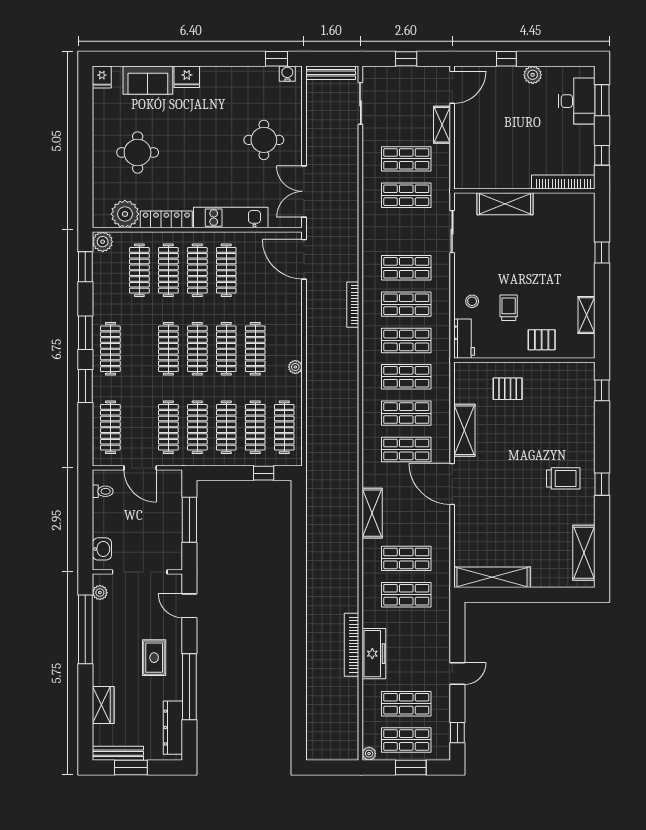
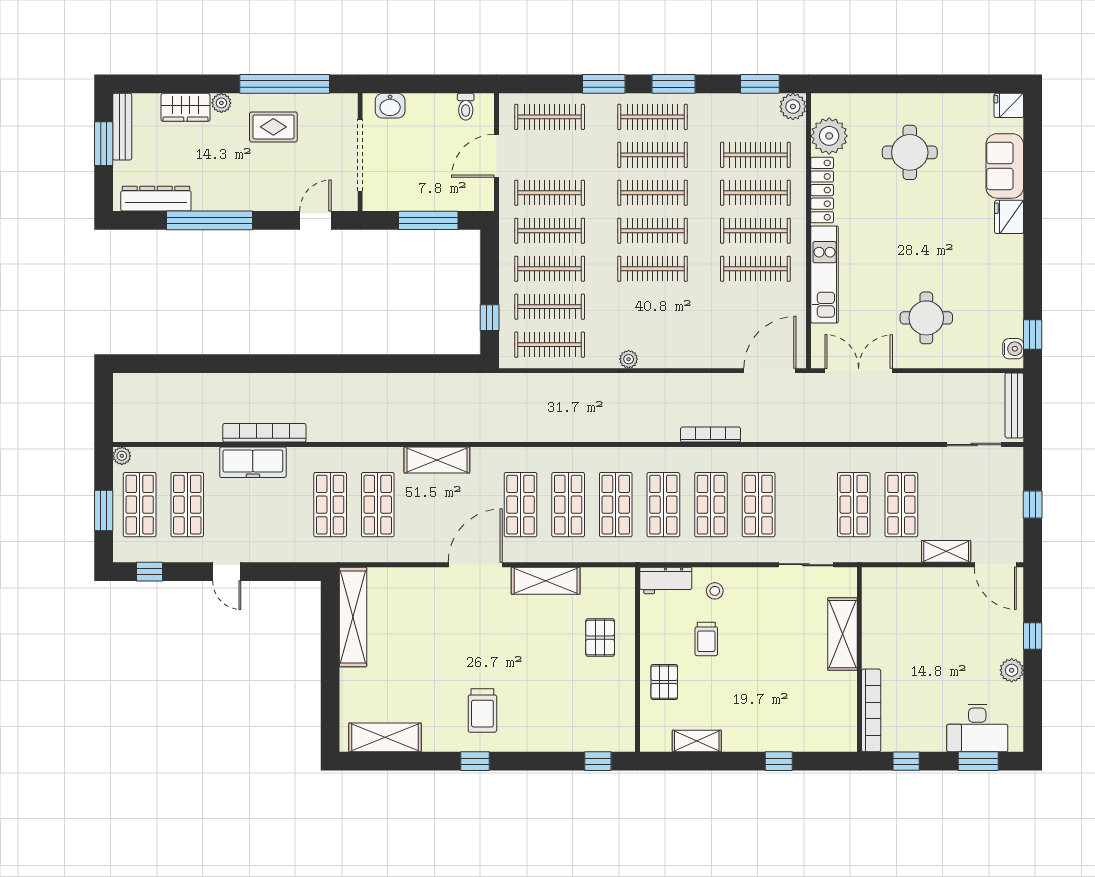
trolley: (509, 308) -> (706, 639), turned 90
clothes rail: (255, 349) -> (653, 155), moved
plant: (100, 593) -> (221, 103), moved
rug: (154, 658) -> (273, 127), moved

